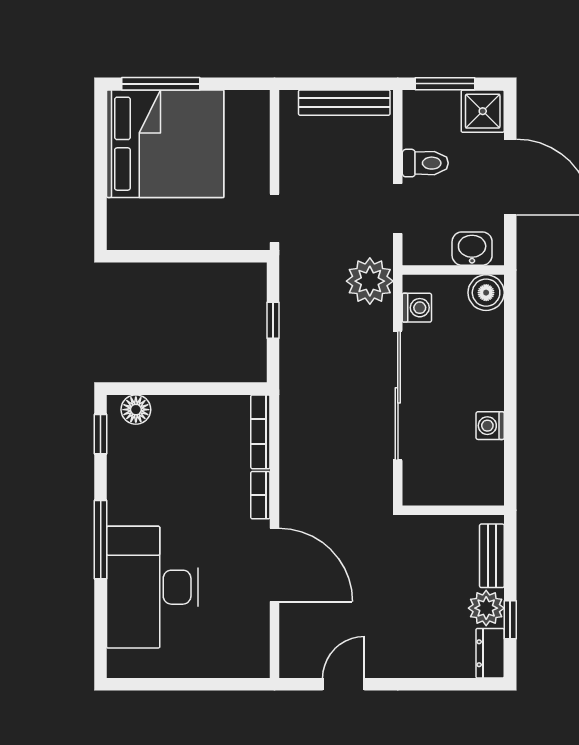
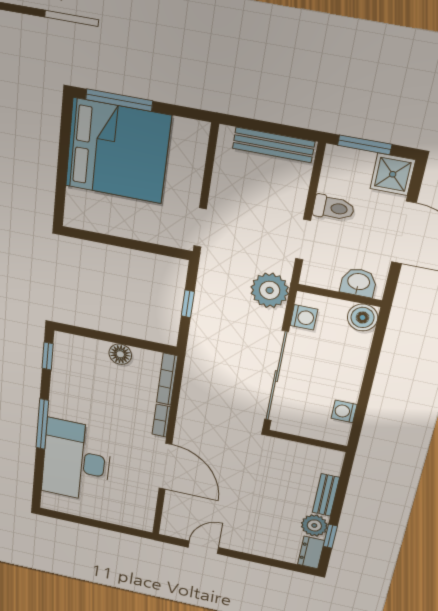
floor lamp: (136, 410) -> (120, 354), moved
wall: (453, 510) -> (308, 441), moved

